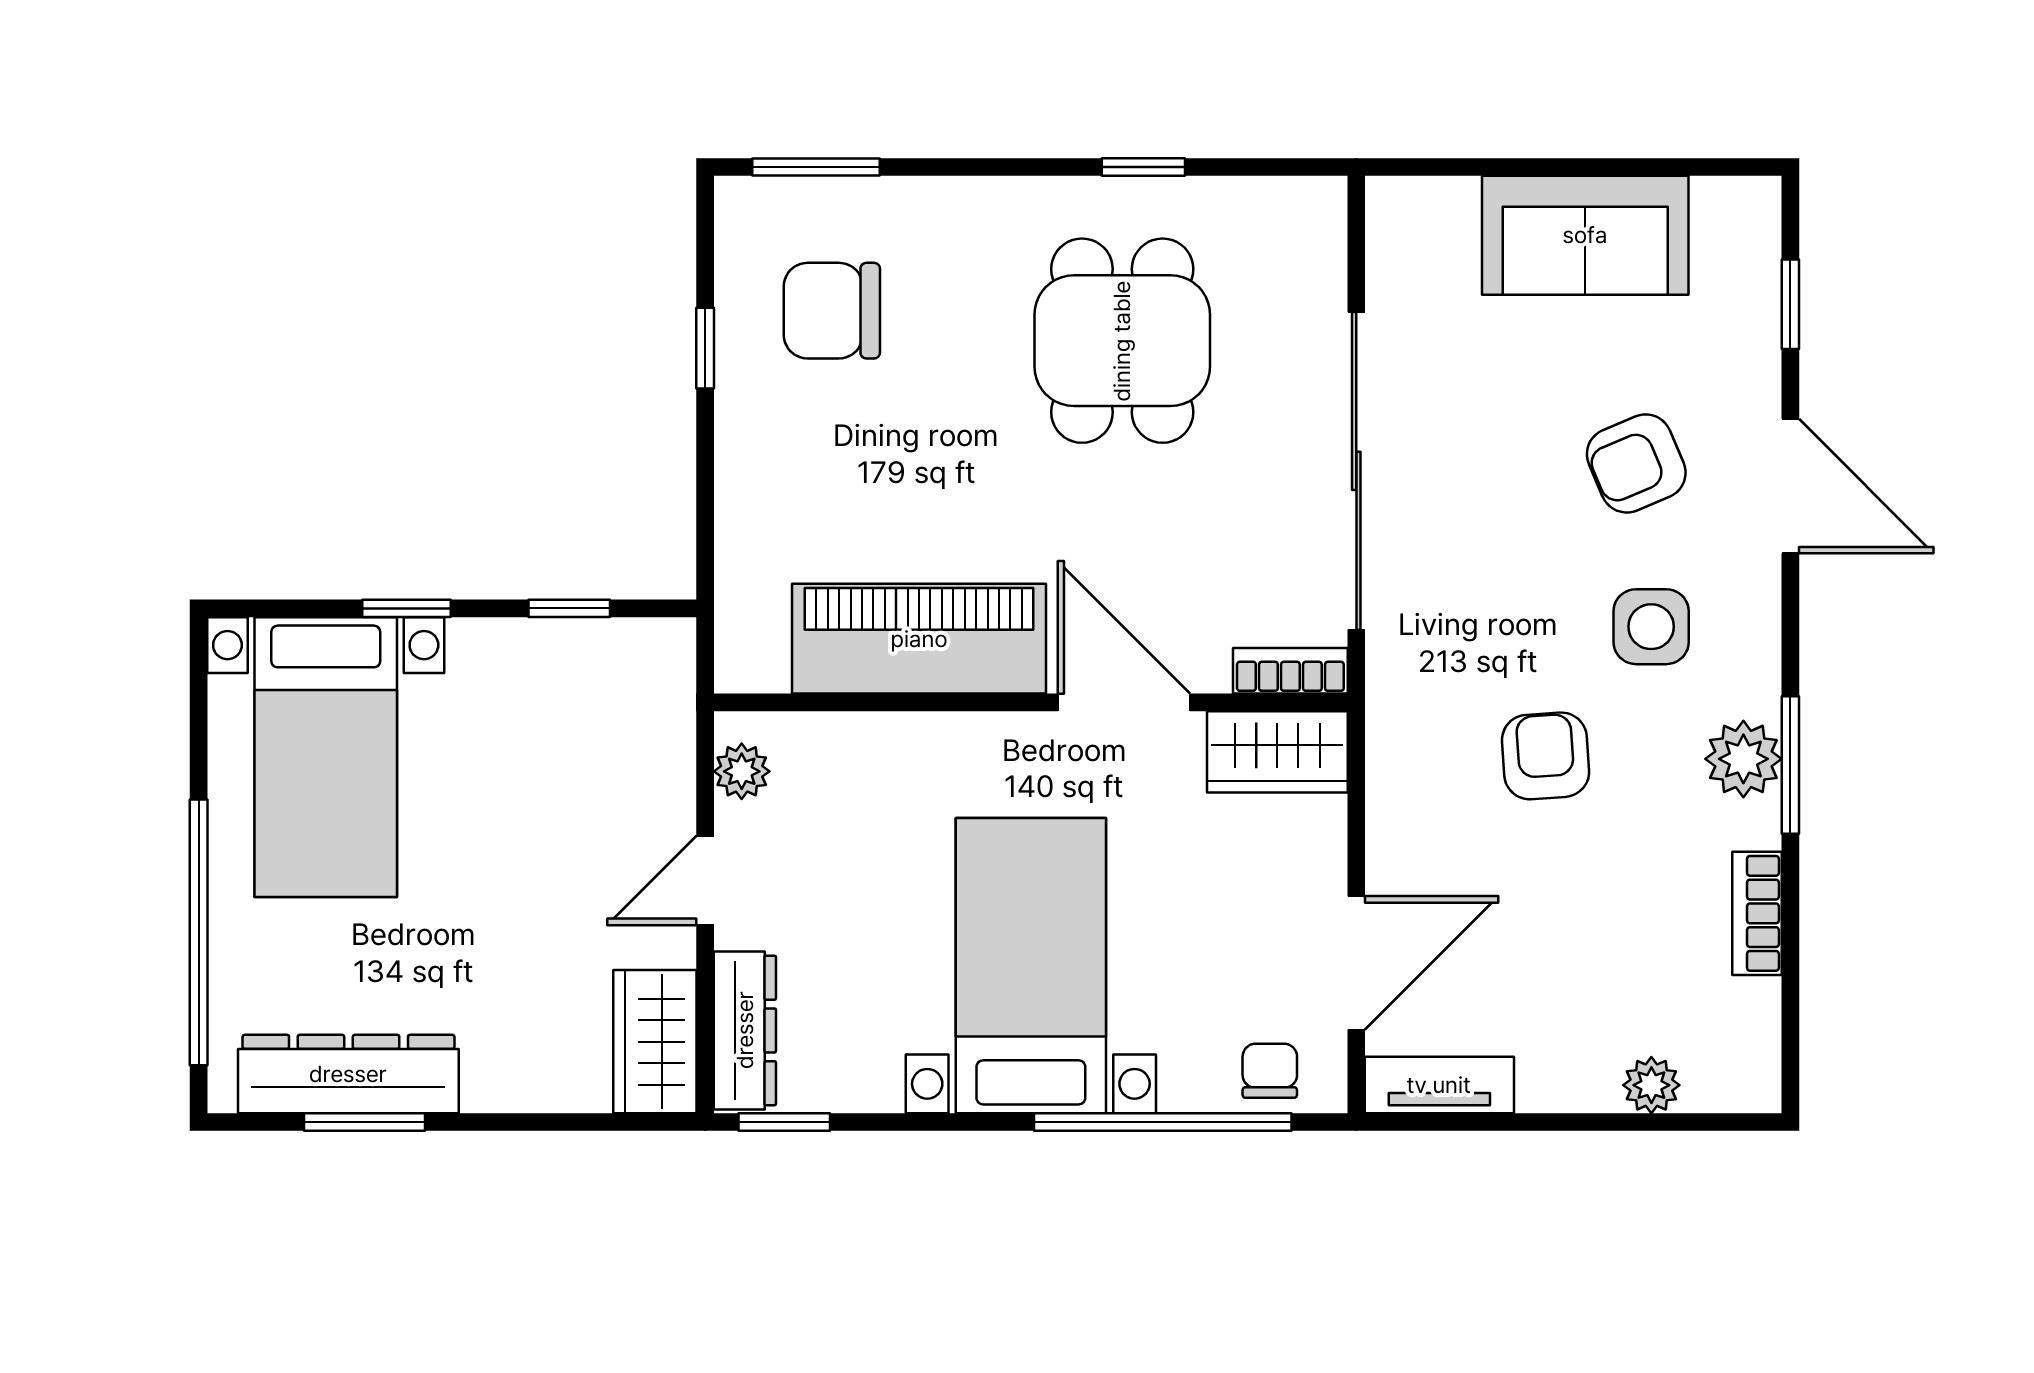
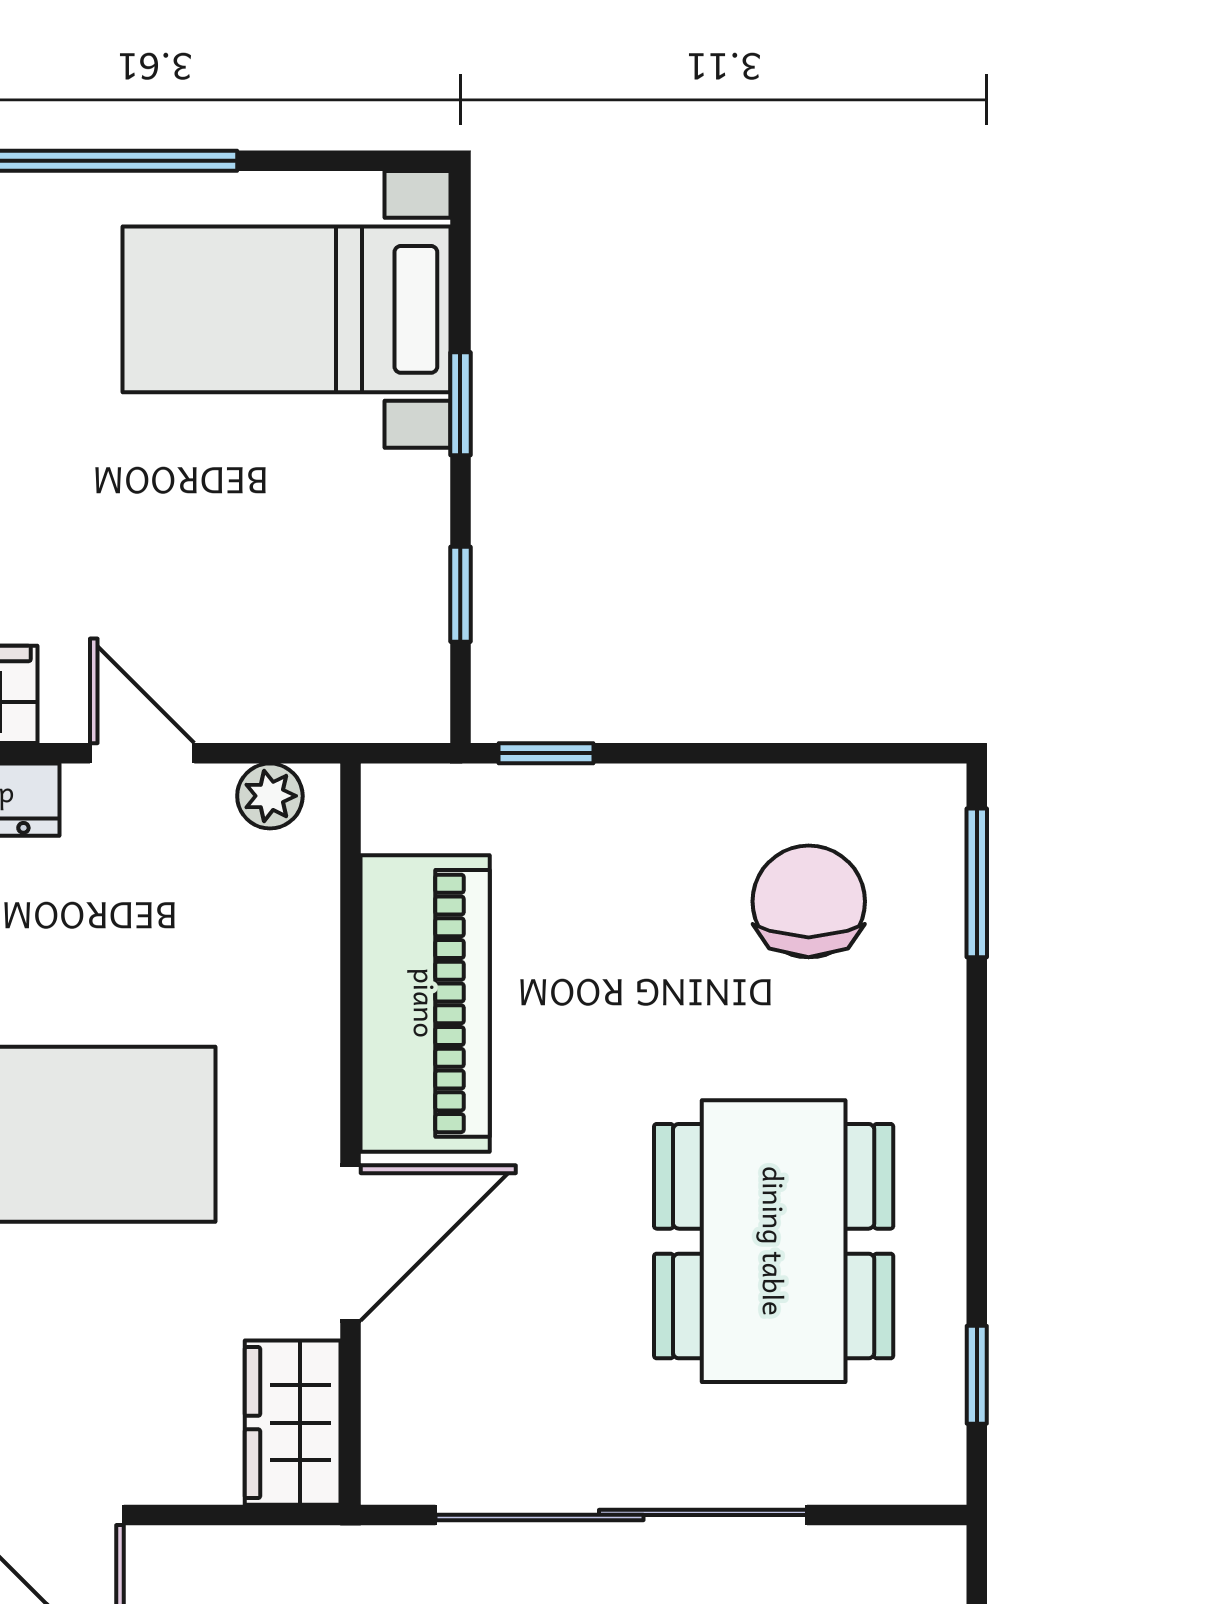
window: (1143, 167) -> (977, 1375), moved
dining table: (1122, 341) -> (774, 1241), width x1.38
window: (705, 348) -> (546, 753), moved
bookcase: (1290, 671) -> (387, 1438), removed

